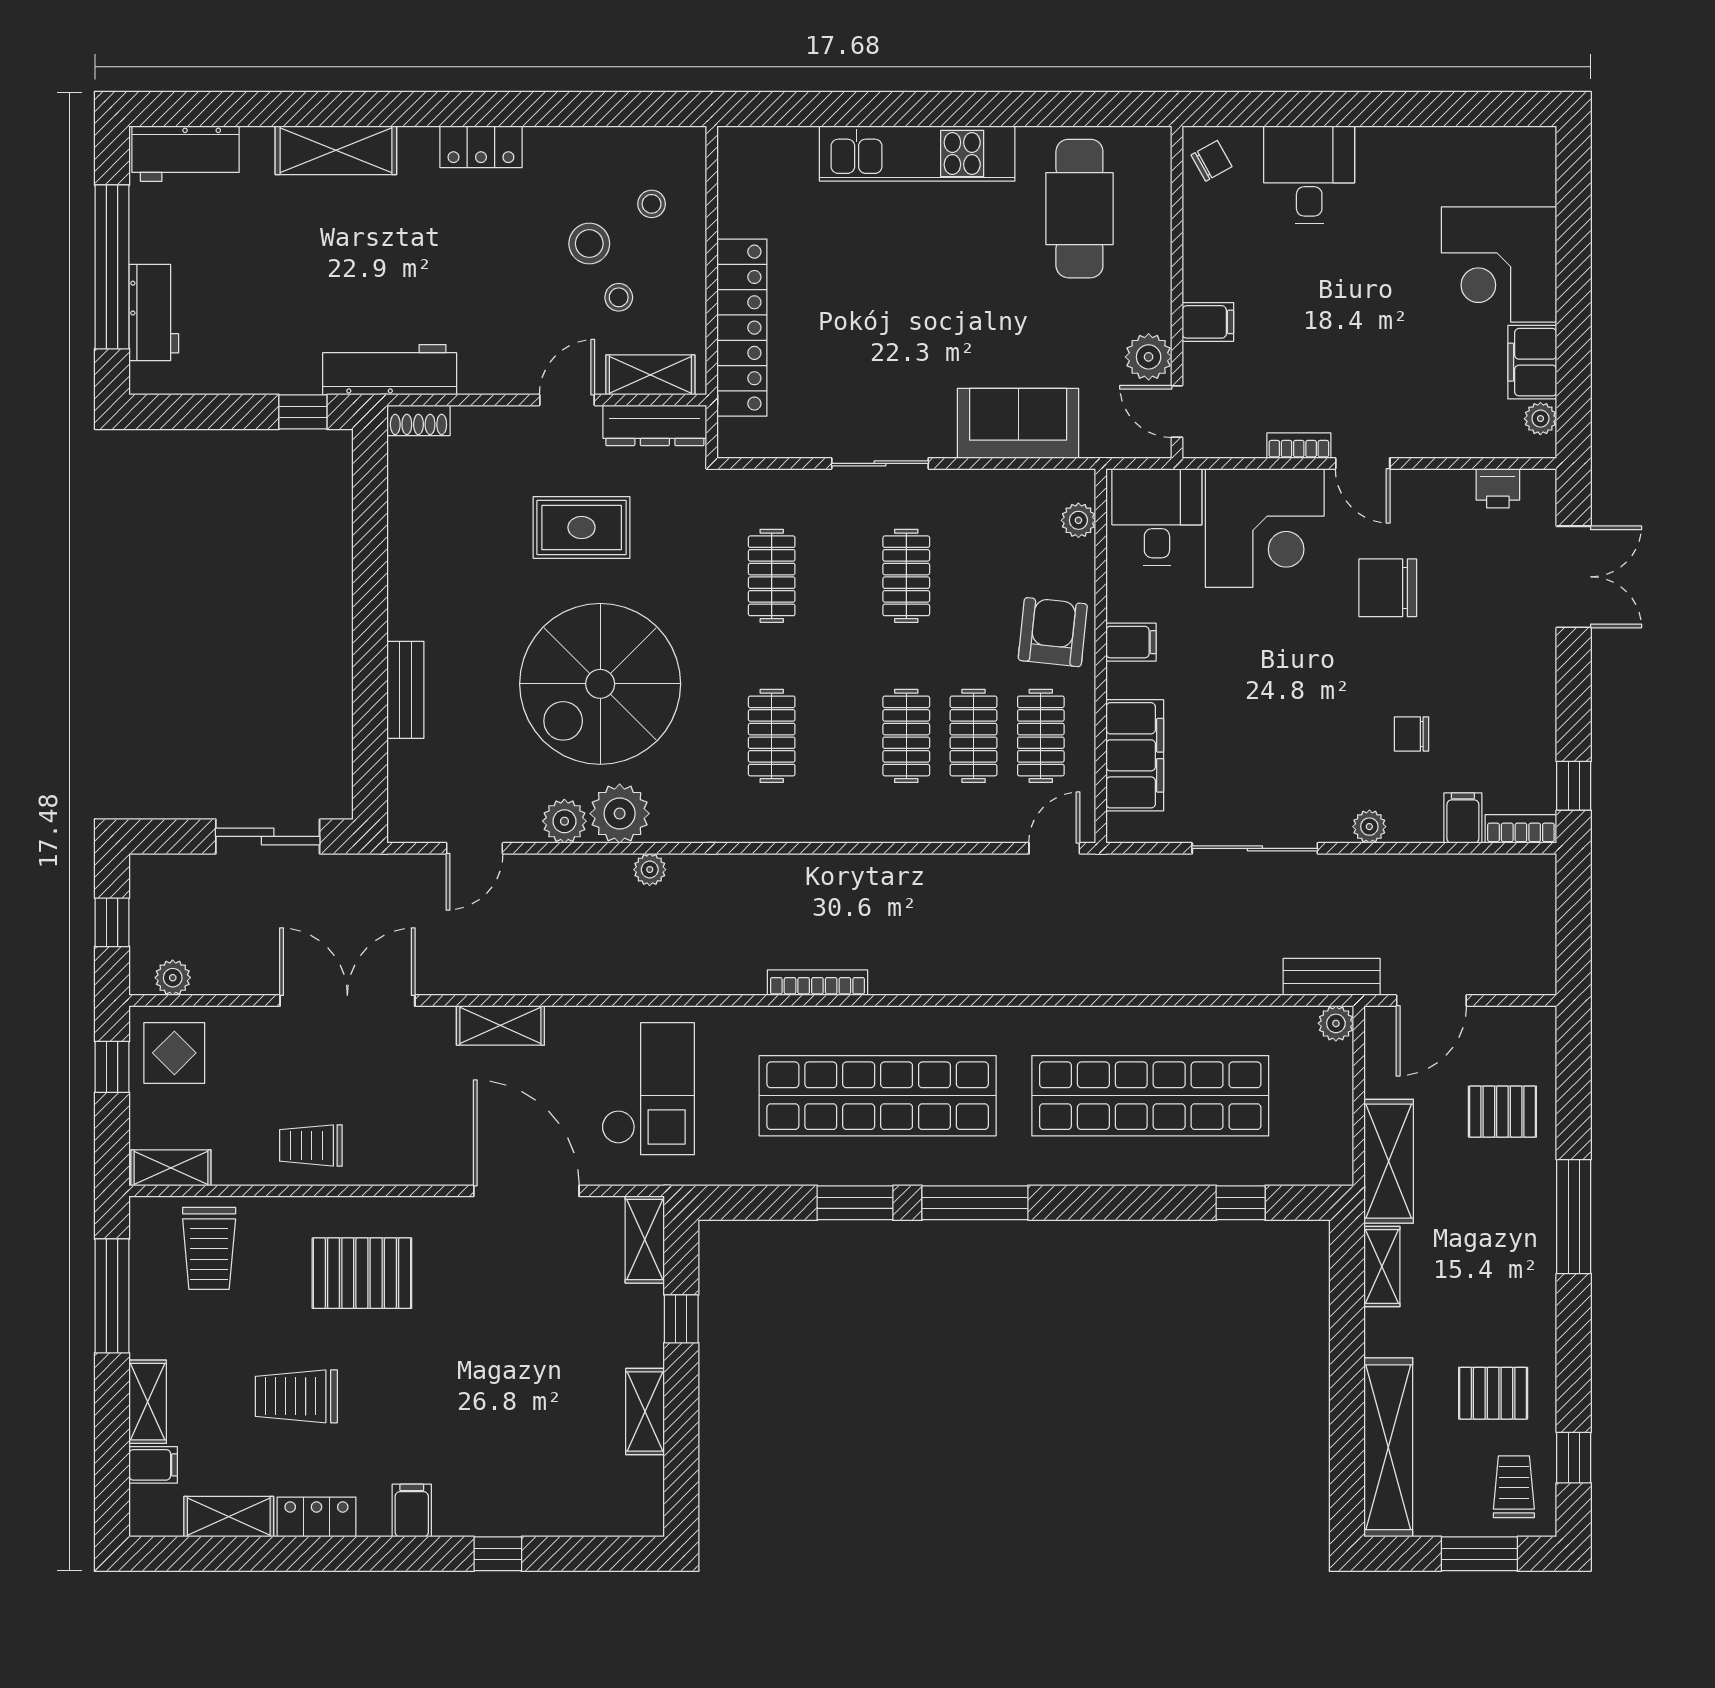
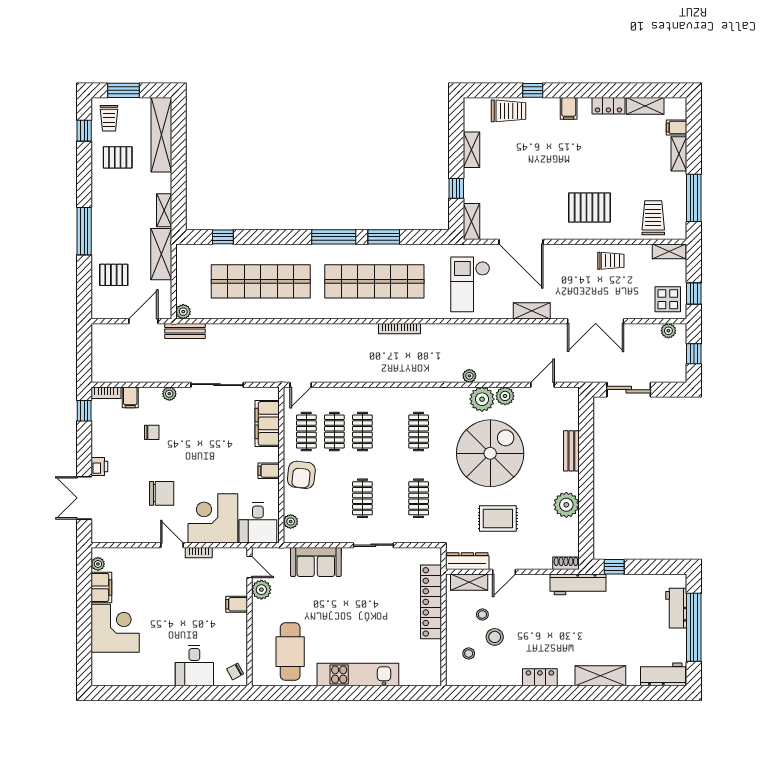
printer: (1498, 488) -> (99, 467), moved, turned 90
plant: (417, 560) -> (566, 505), added
trolley: (296, 1396) -> (508, 111), moved

